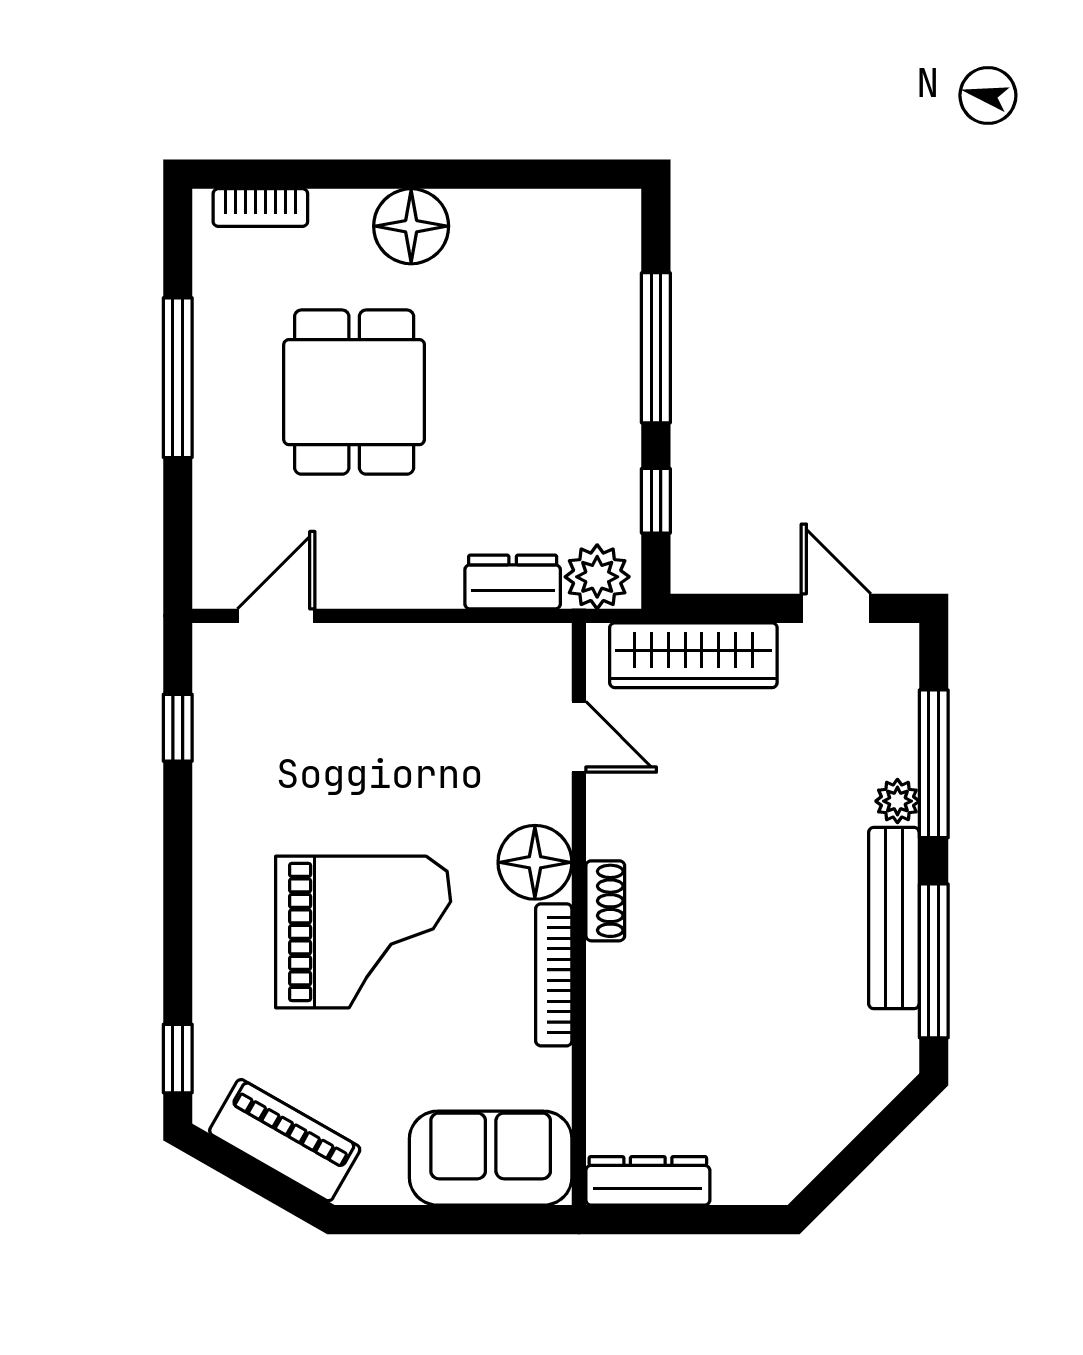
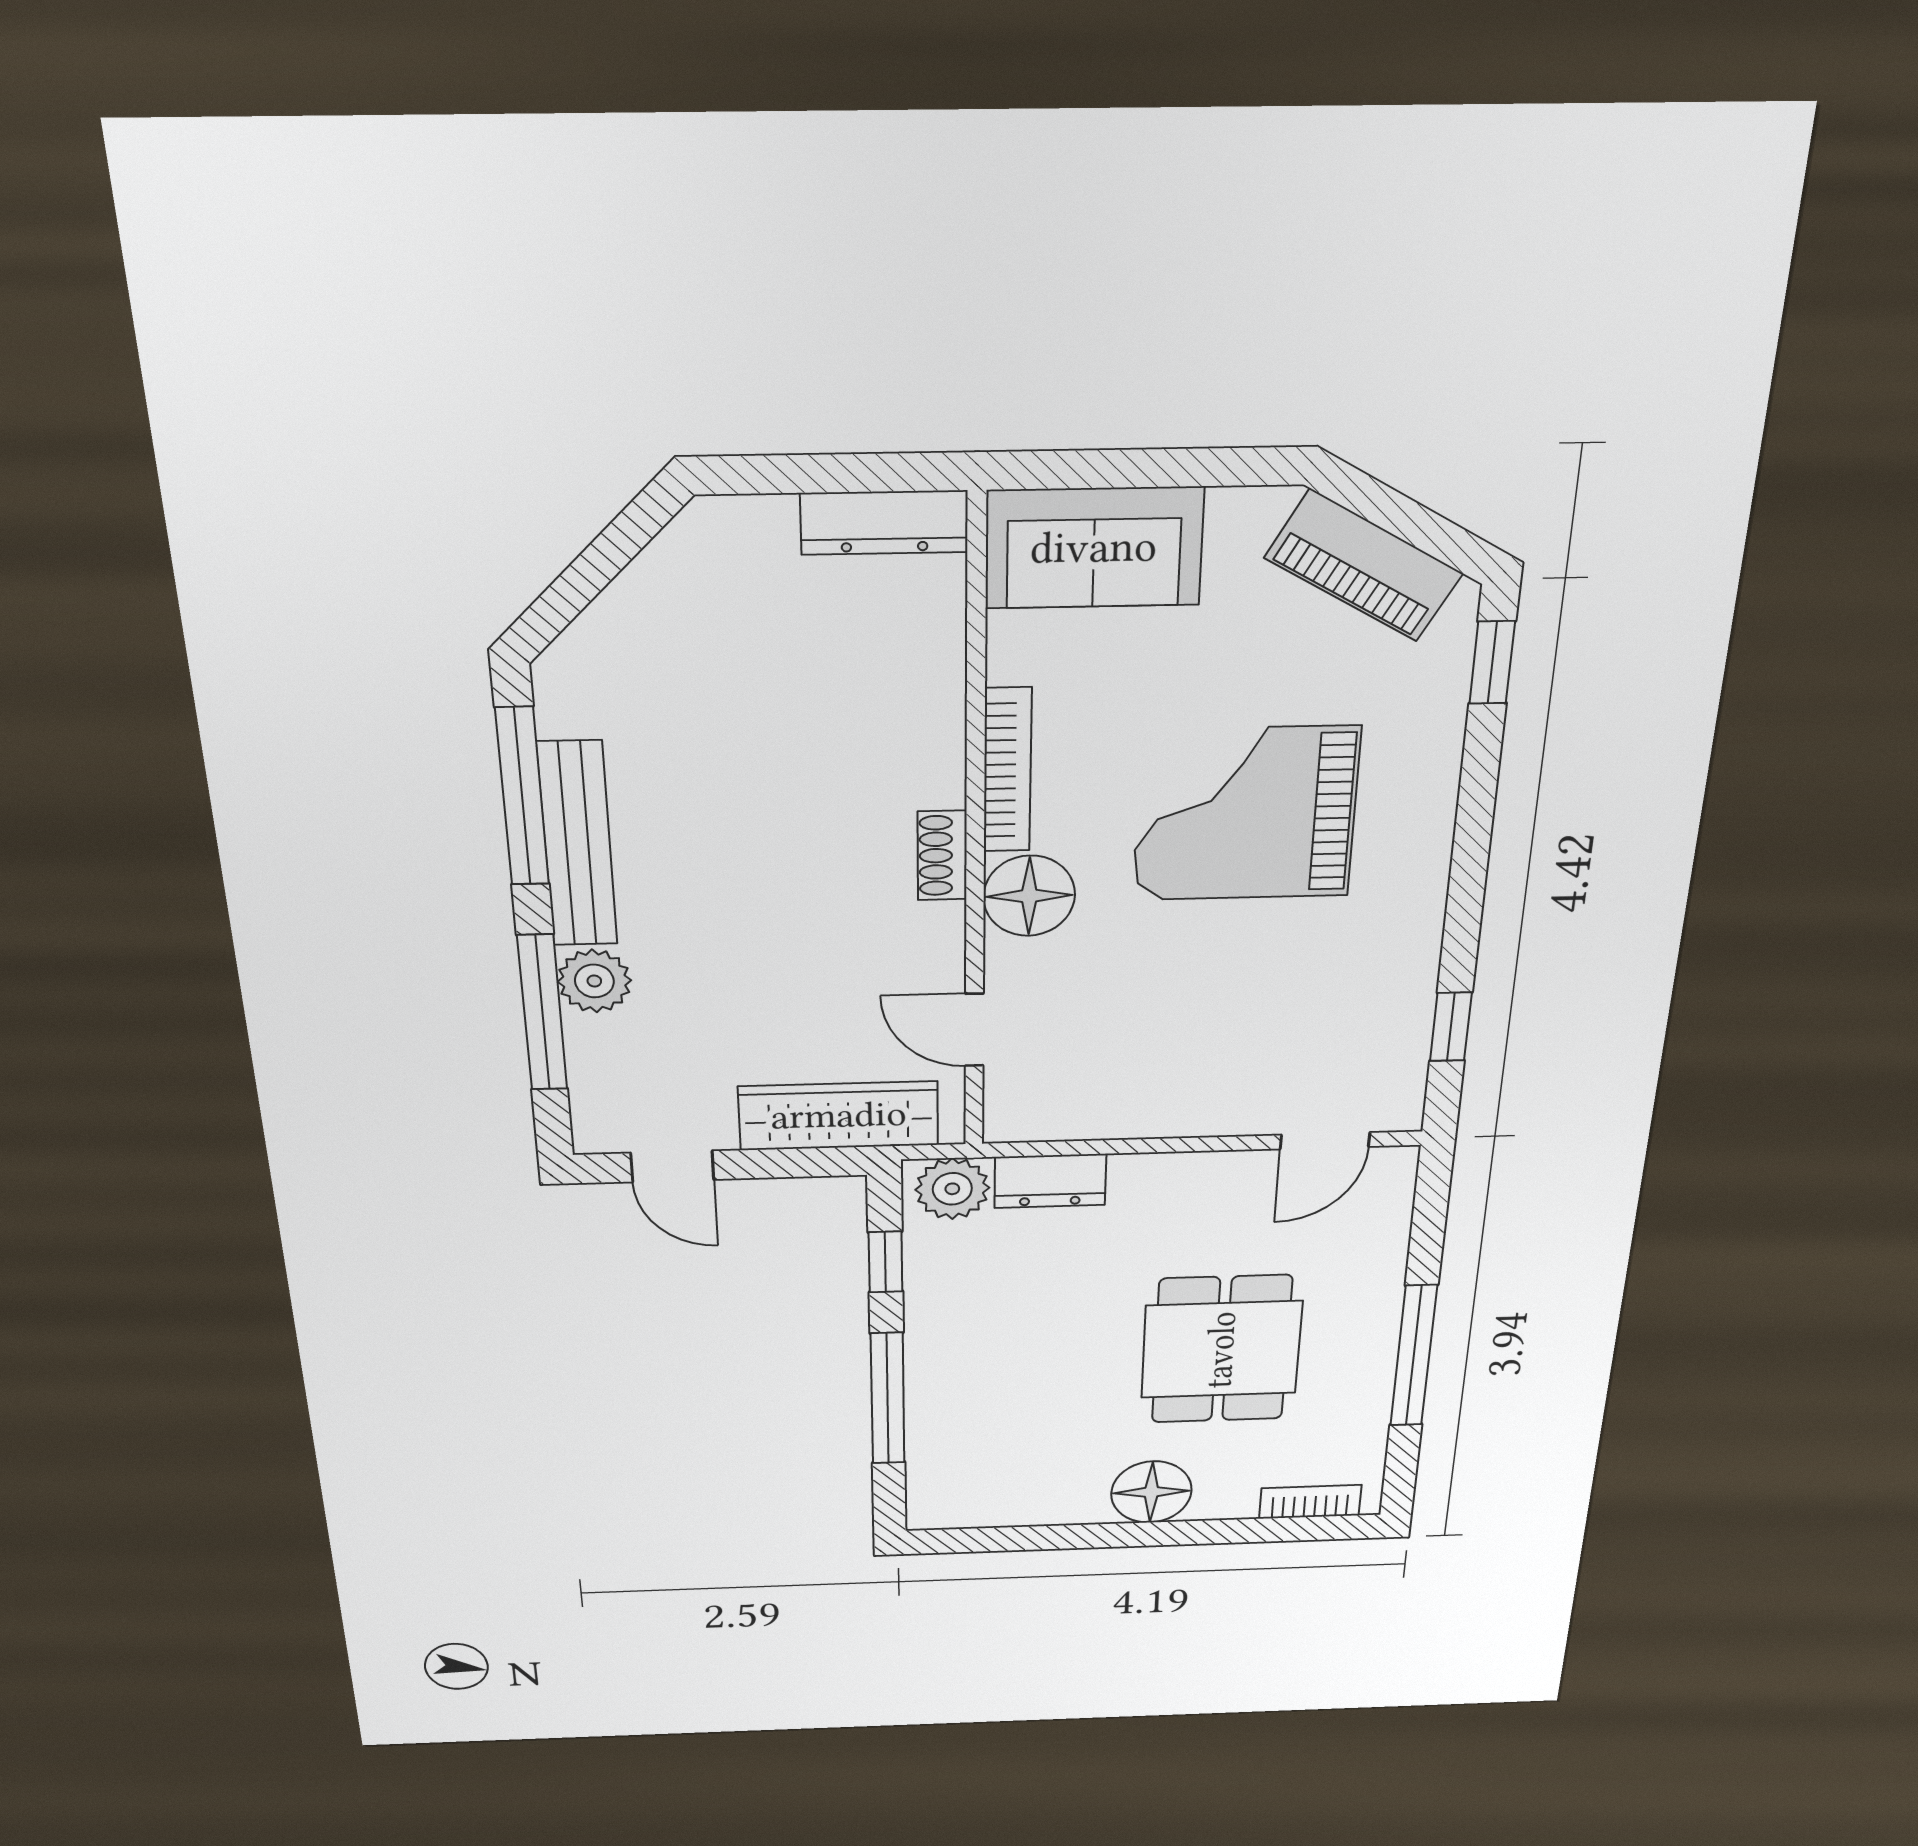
plant: (897, 801) -> (594, 981), width x1.38, depth x1.38

